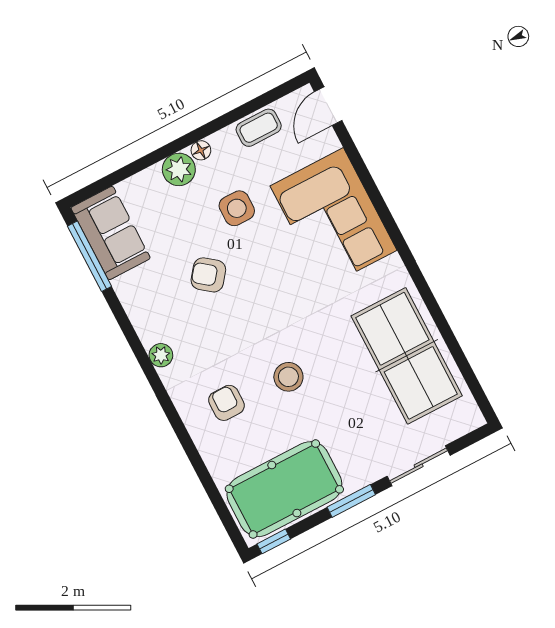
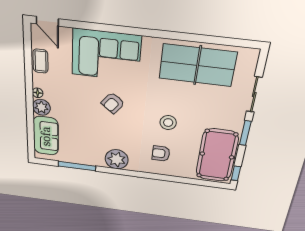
side table: (237, 208) -> (74, 95), removed
sofa: (111, 233) -> (46, 136), moved, turned 90
window: (90, 256) -> (77, 166), moved
armchair: (208, 275) -> (113, 103), moved
plant: (161, 355) -> (117, 159), width x1.88, depth x1.88

